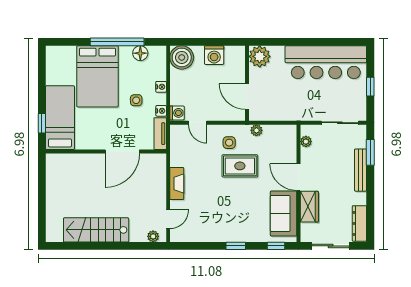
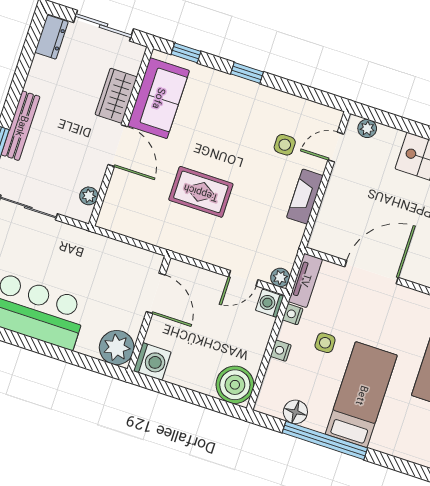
washing machine: (214, 55) -> (152, 361), moved, turned 90
bed: (97, 76) -> (361, 395), width x0.67
door: (198, 123) -> (243, 278), swing flipped
plant: (256, 130) -> (280, 277), moved
side table: (229, 143) -> (285, 145), moved
dresser: (359, 223) -> (51, 37), width x0.70

